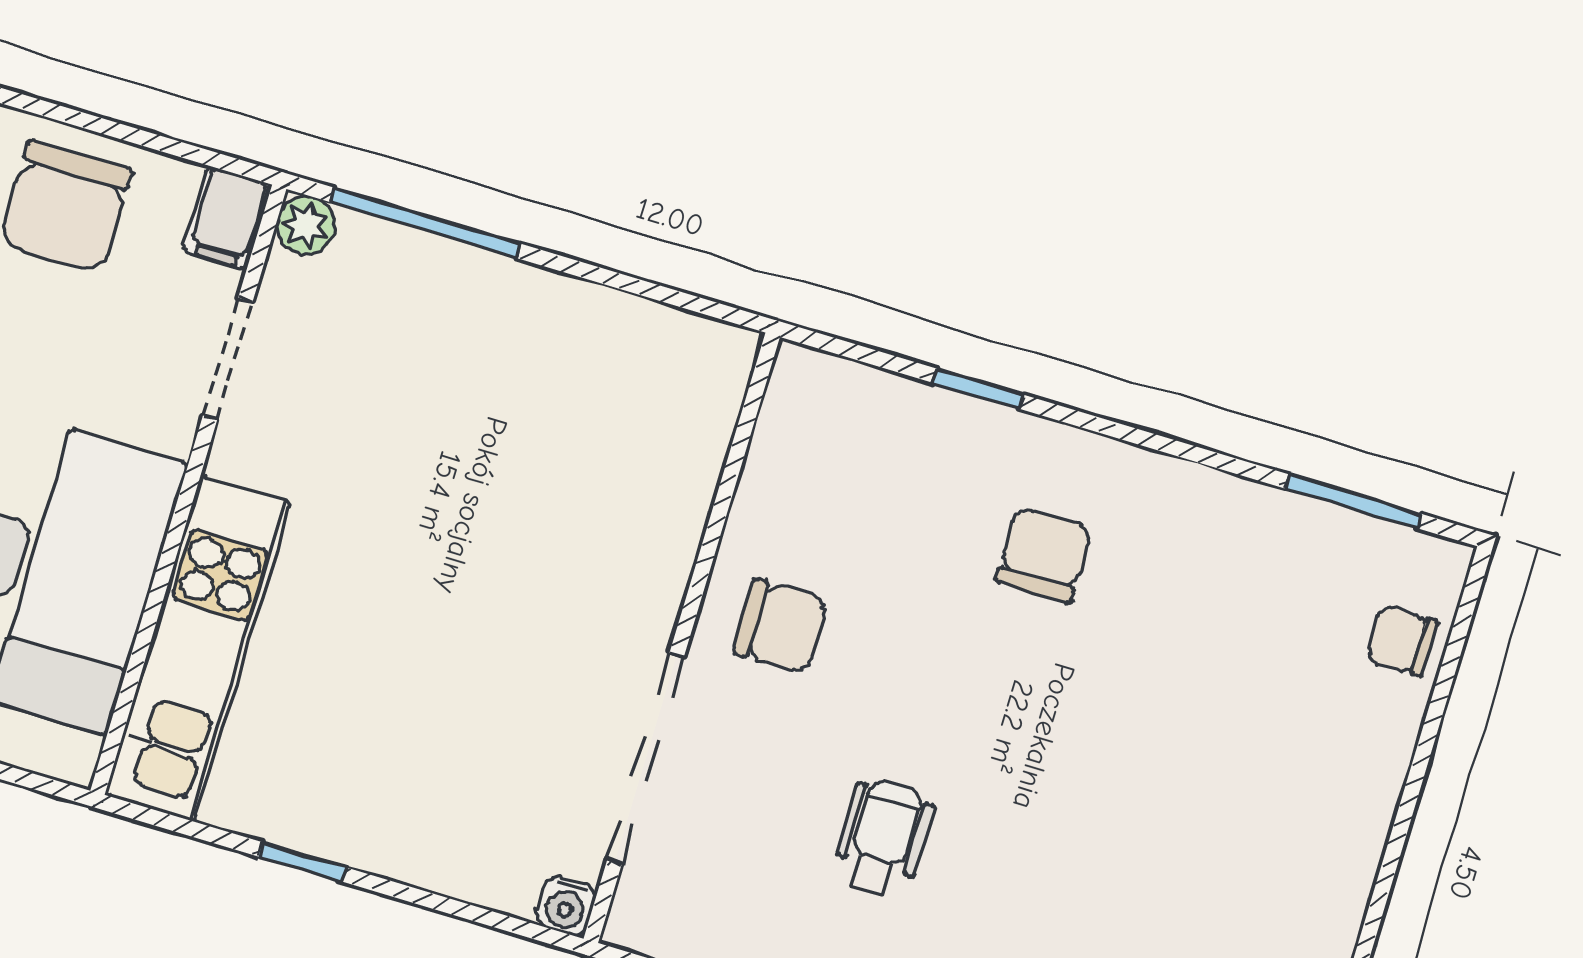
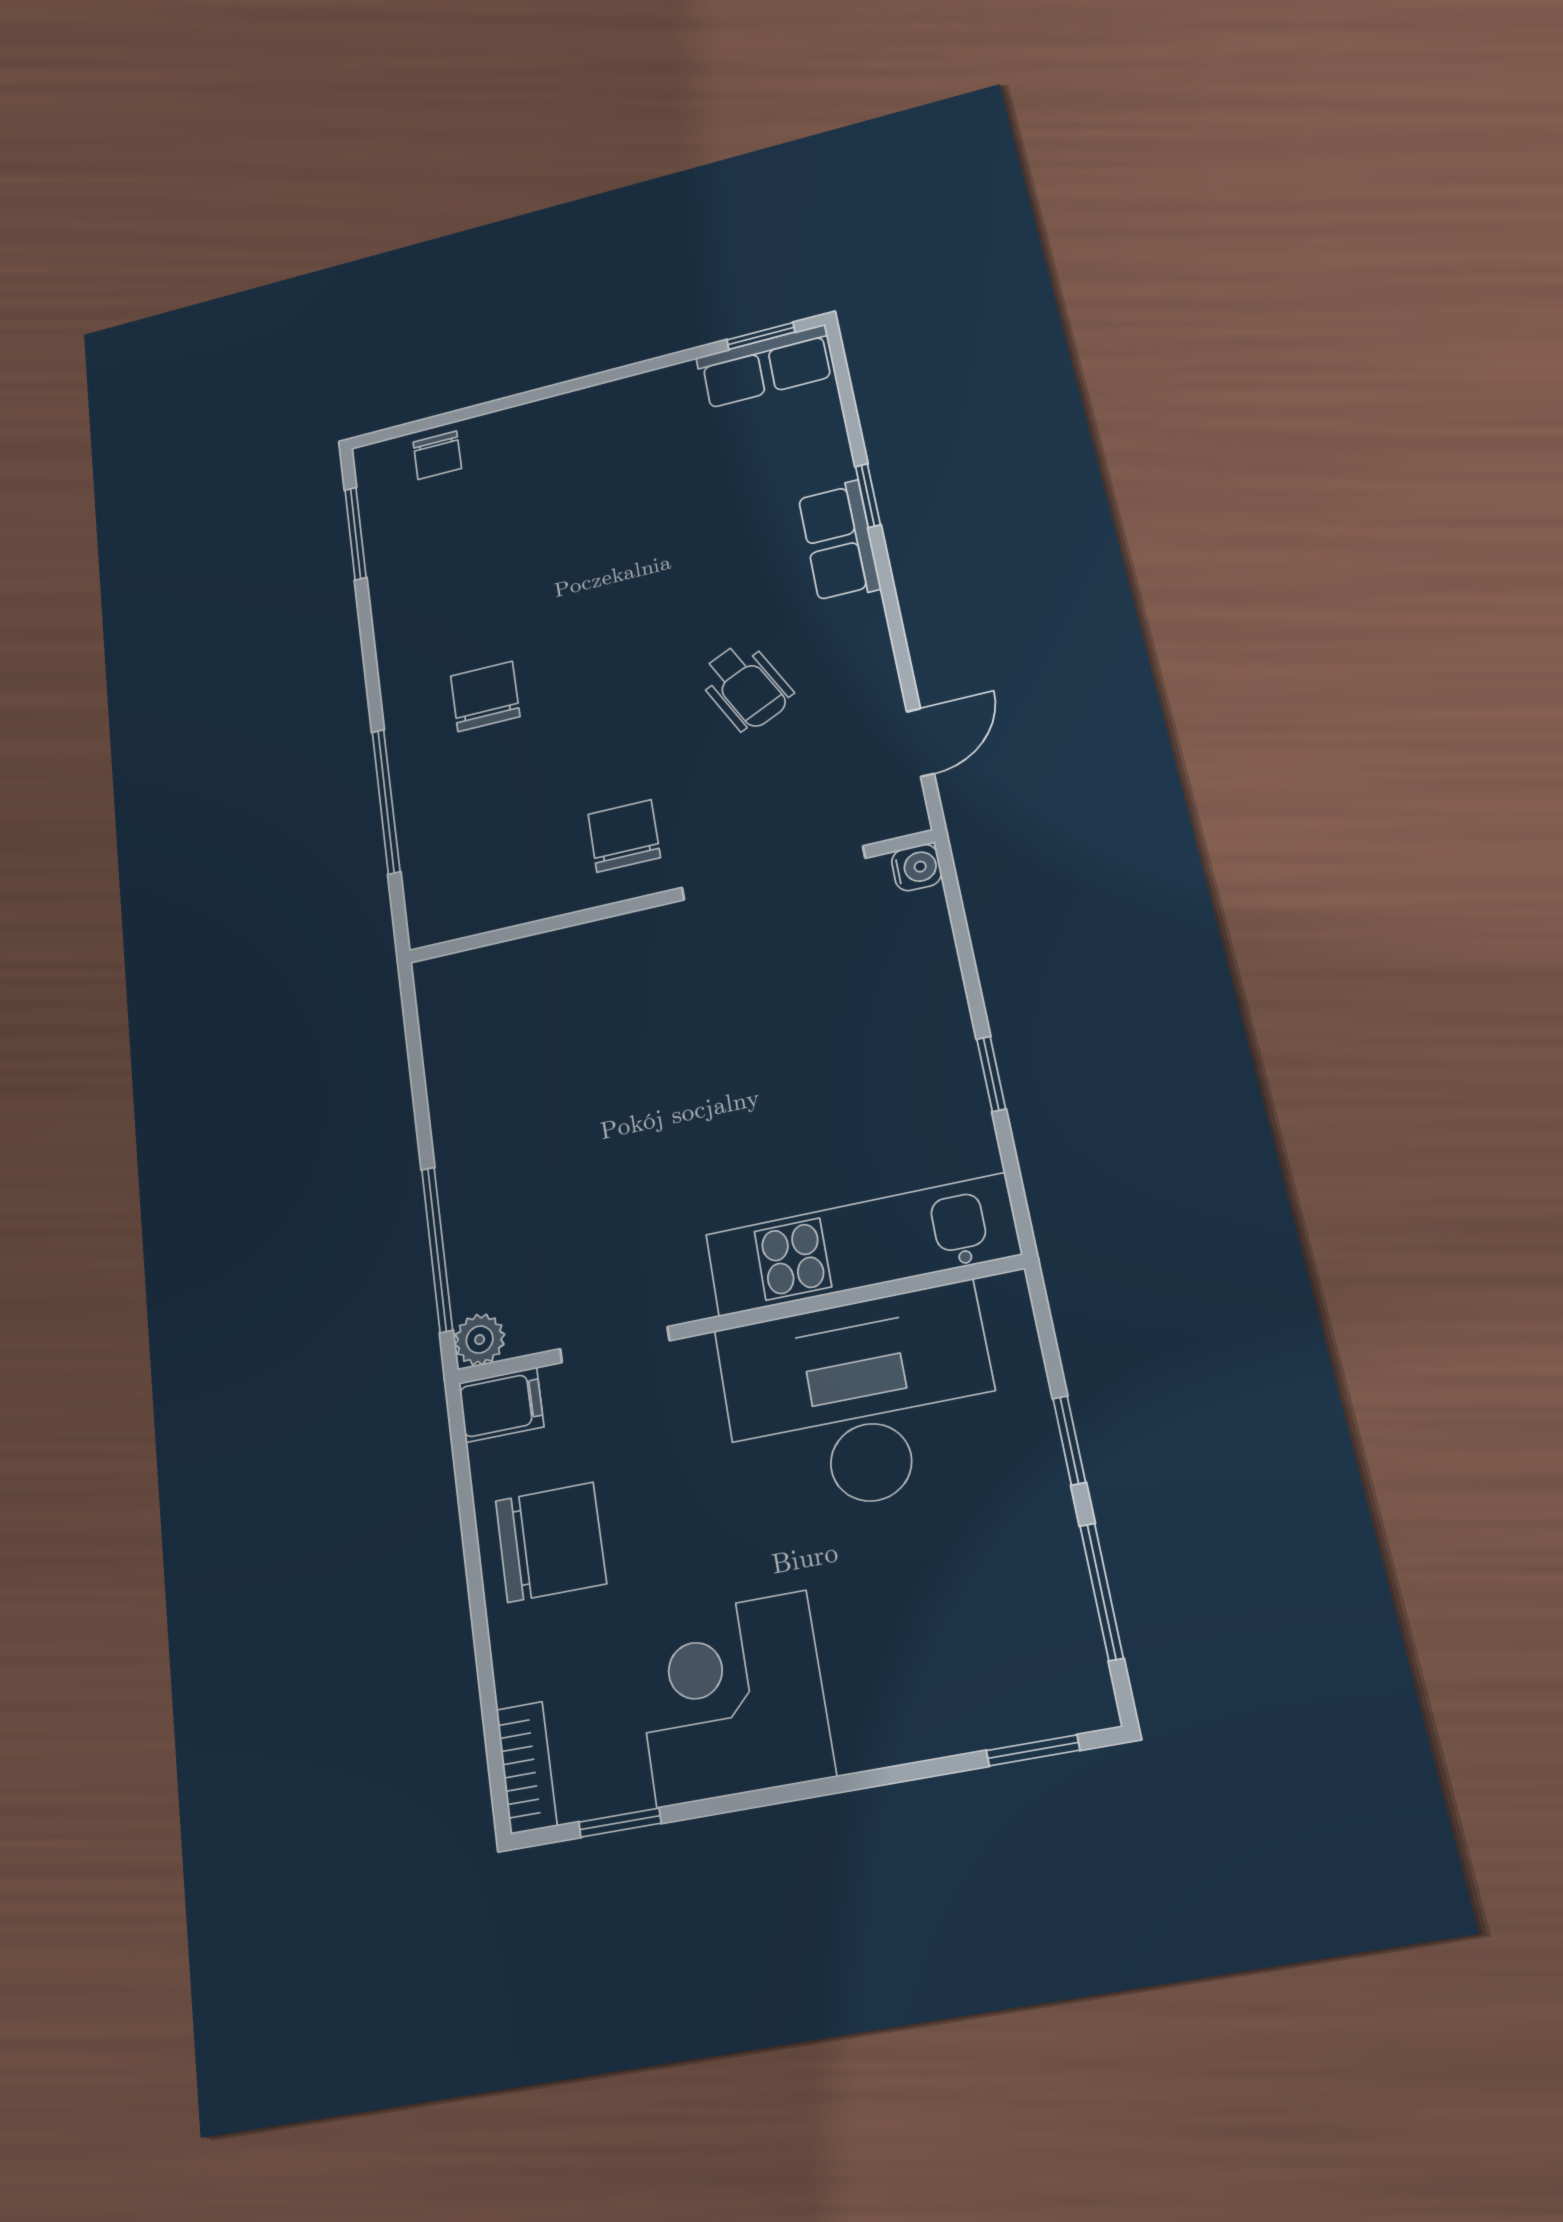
window: (978, 389) -> (386, 801), width x2.17
chair: (1044, 555) -> (485, 696), turned 90
wheelchair: (883, 838) -> (746, 687), turned -116

